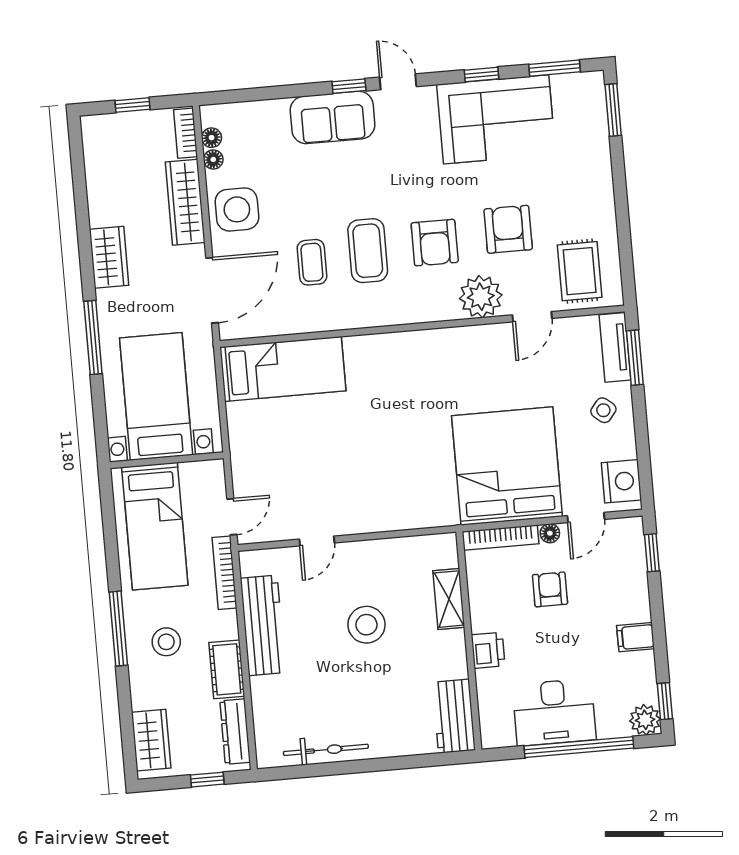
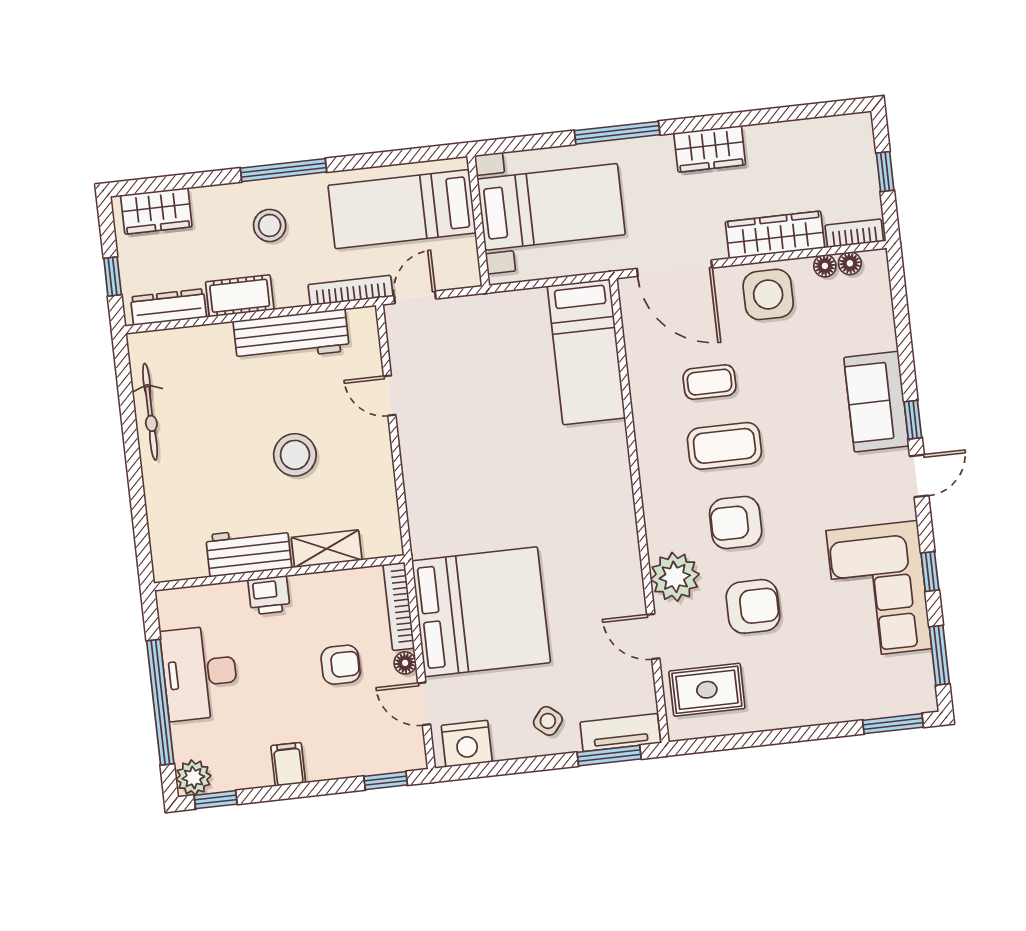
door: (232, 517) -> (415, 297), swing flipped
workbench: (454, 716) -> (249, 551), moved

